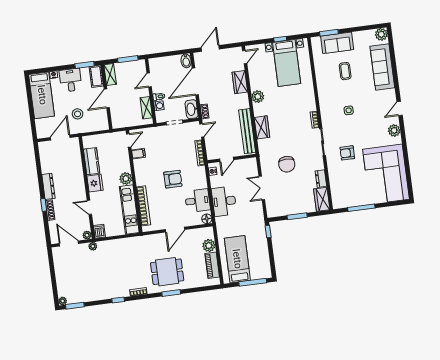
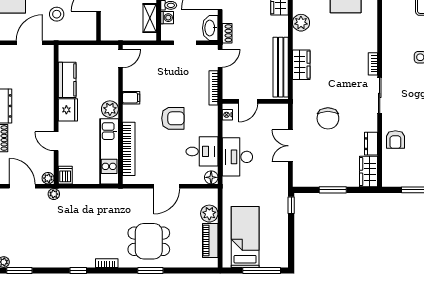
armchair: (347, 153) -> (395, 140), moved, turned -90
filing cabinet: (138, 154) -> (131, 98), moved

